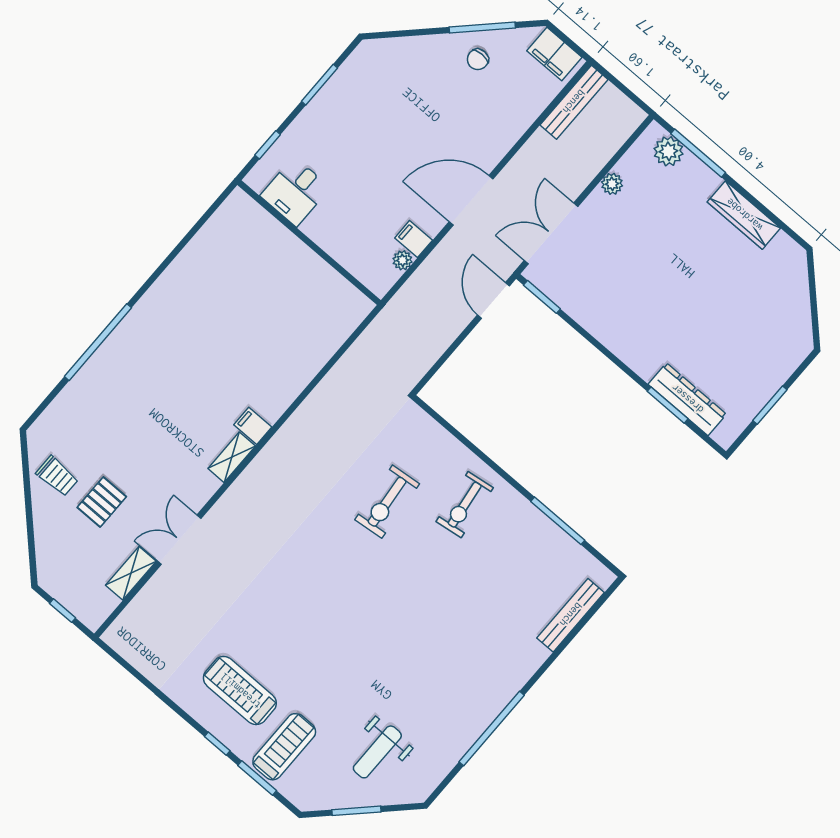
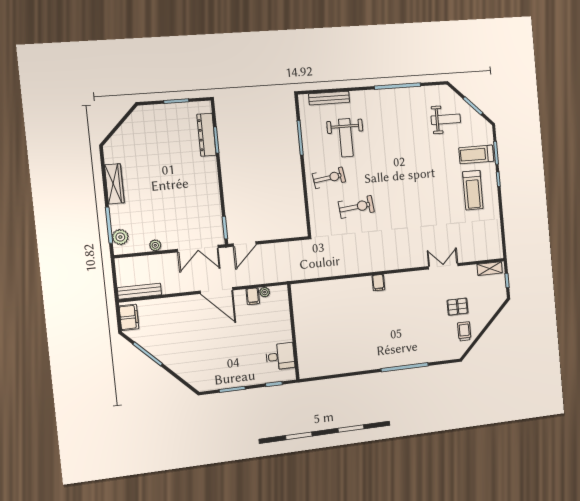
chair: (478, 59) -> (161, 343), removed
shelving: (232, 457) -> (397, 278), removed
double door: (179, 540) -> (443, 266), swing flipped
shelving: (131, 573) -> (490, 269), moved
weight bench: (495, 584) -> (346, 138), added

